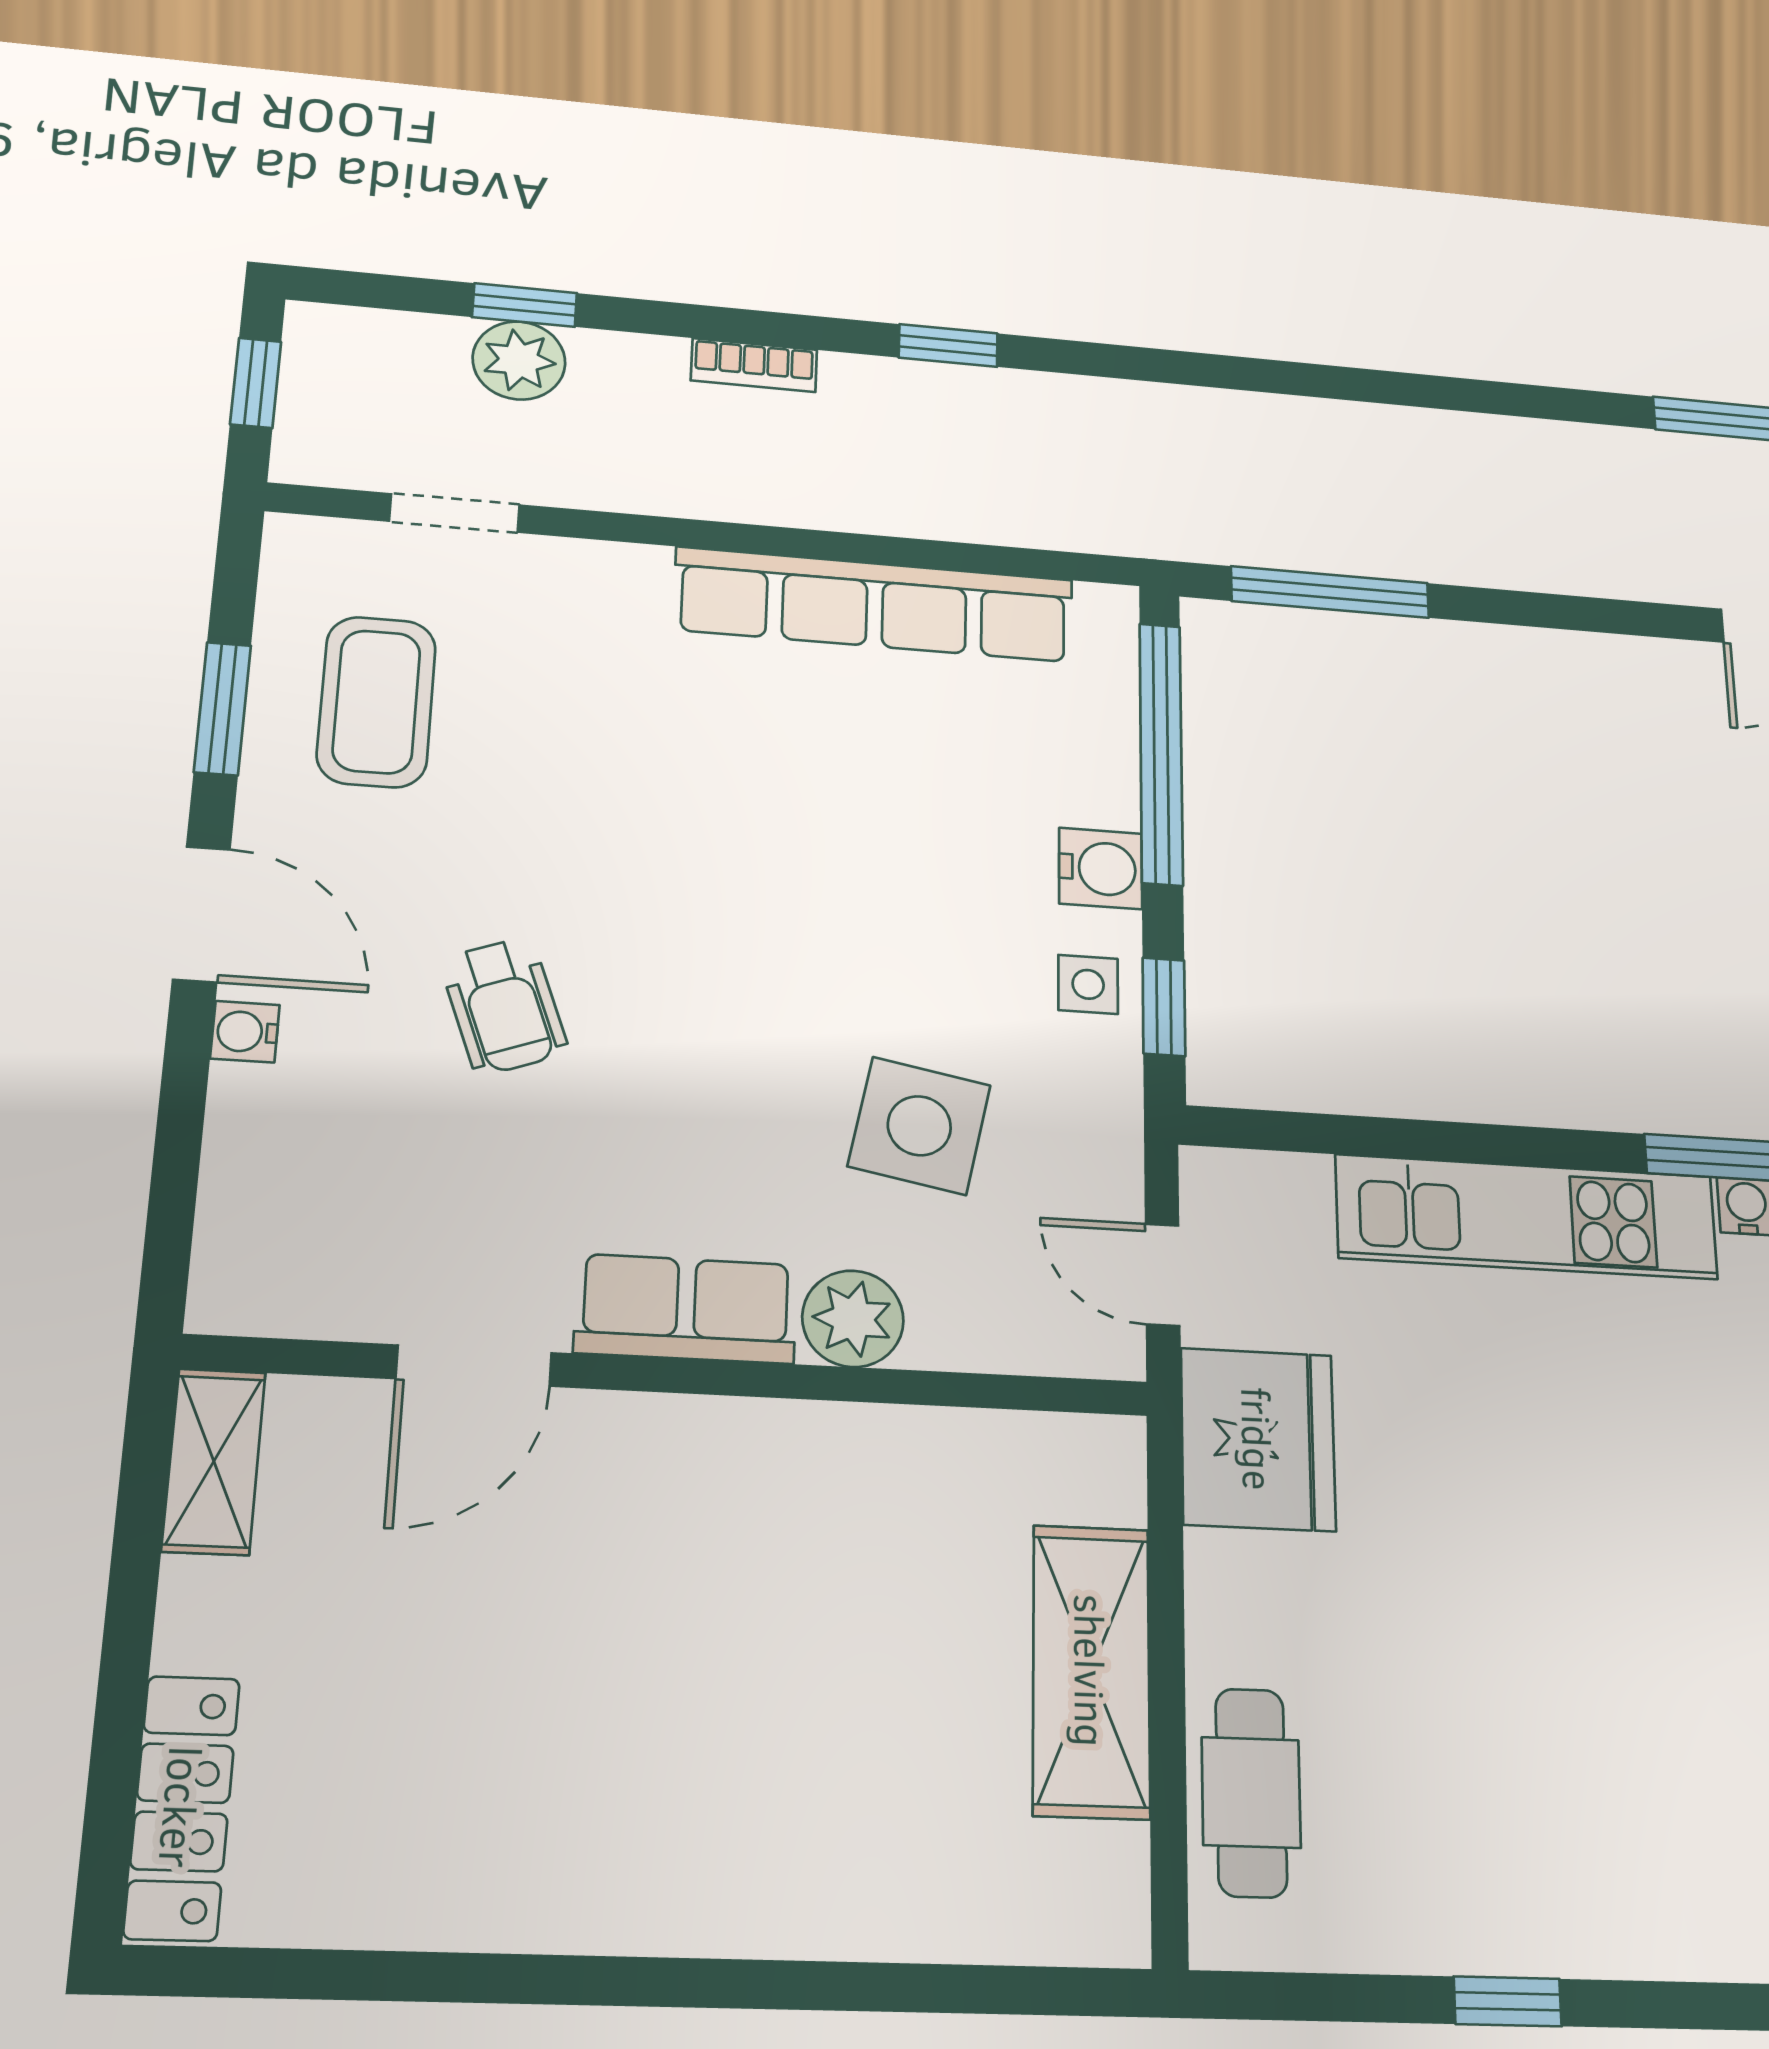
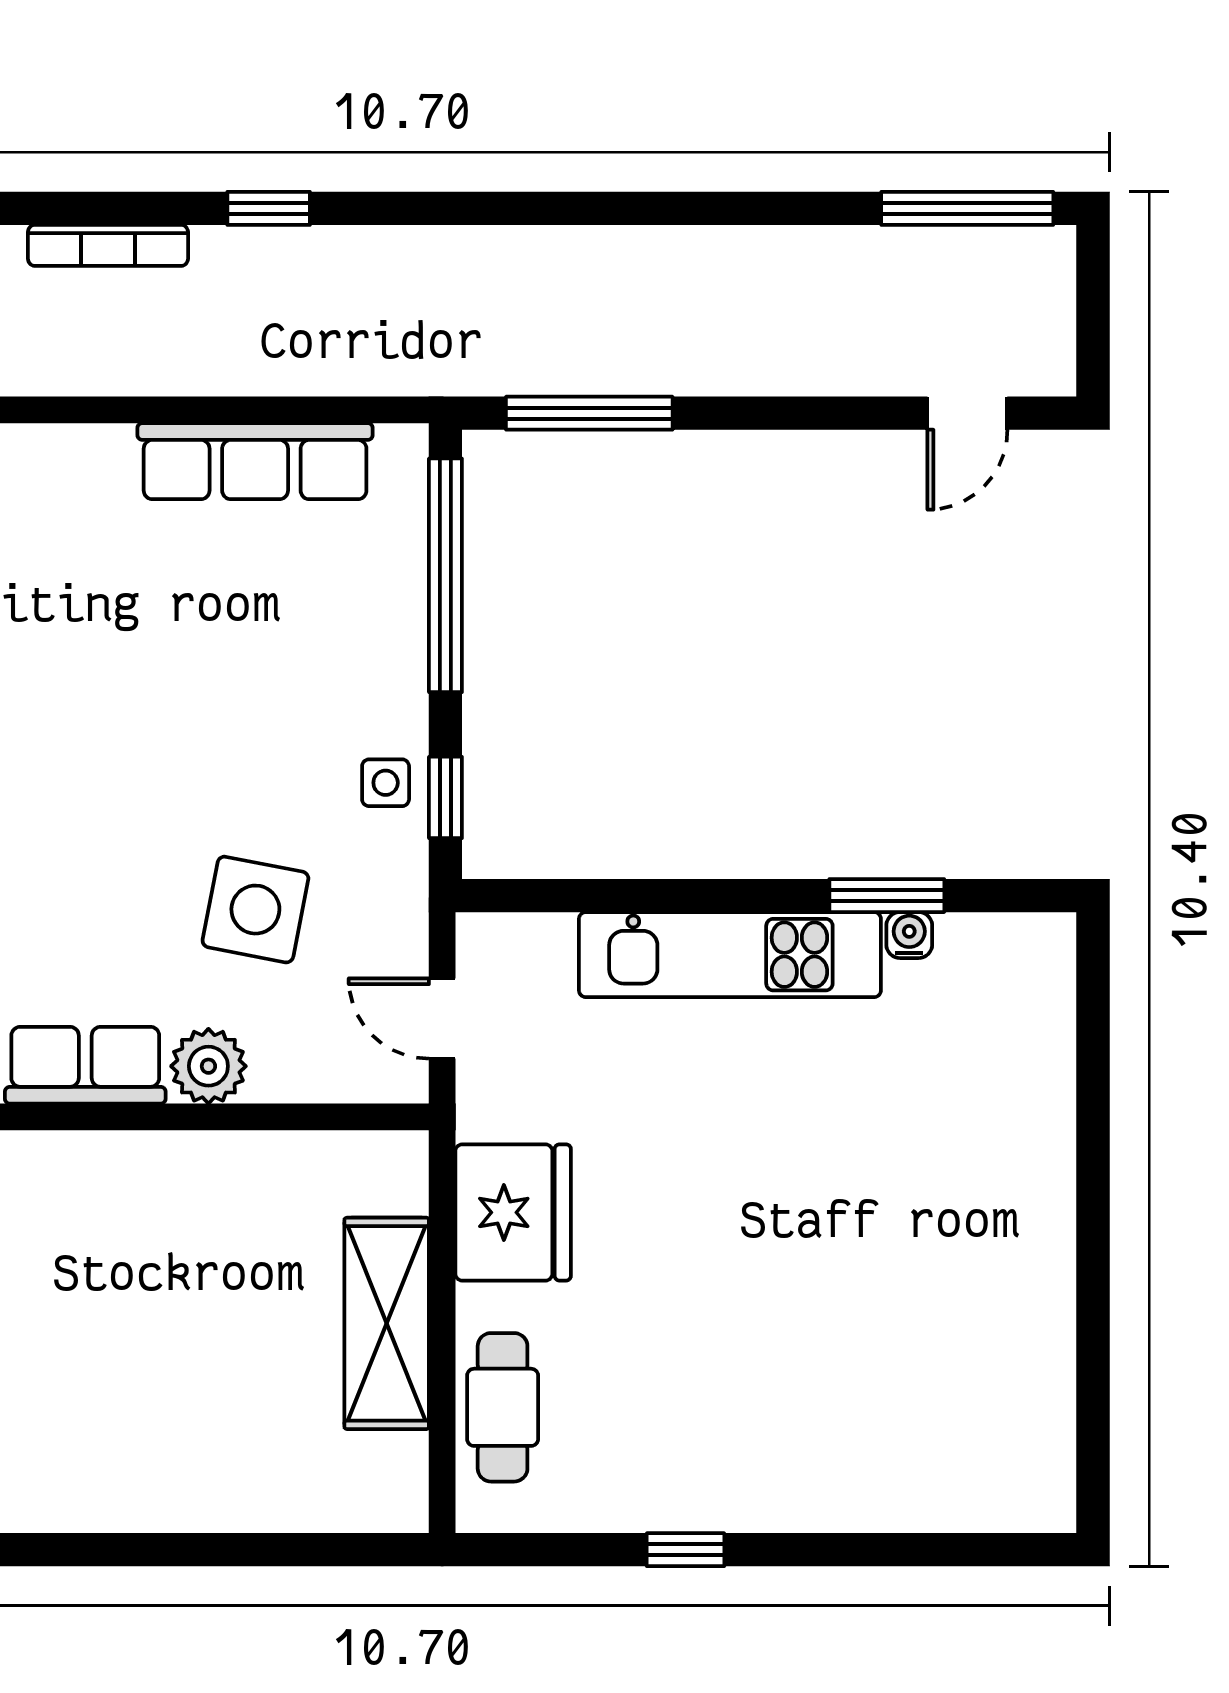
bookcase: (754, 365) -> (108, 245), width x1.56
row of seats: (875, 605) -> (255, 461), width x0.73
water cooler: (1101, 868) -> (396, 682), removed
fridge: (1258, 1439) -> (513, 1212), moved

